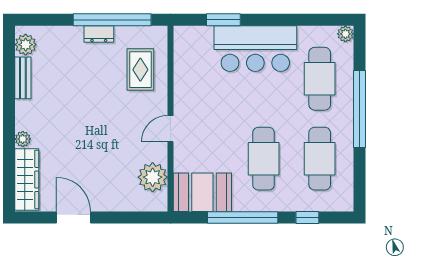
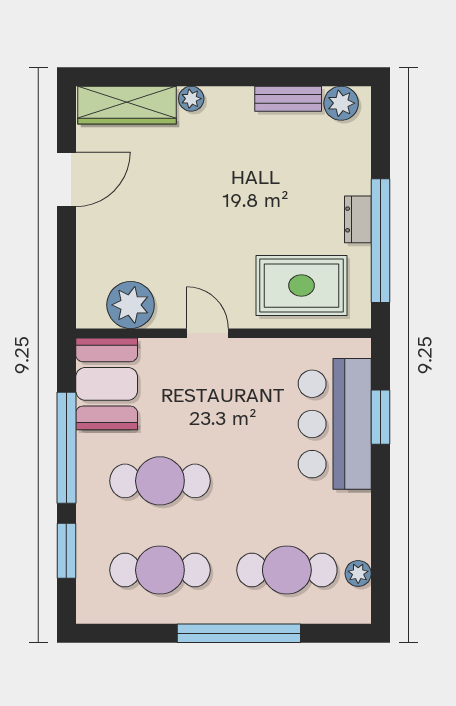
plant: (345, 34) -> (358, 573), moved
bar counter: (255, 49) -> (335, 424), moved
rug: (140, 70) -> (301, 286), width x1.36, depth x1.43
window: (307, 218) -> (66, 551), width x1.50

